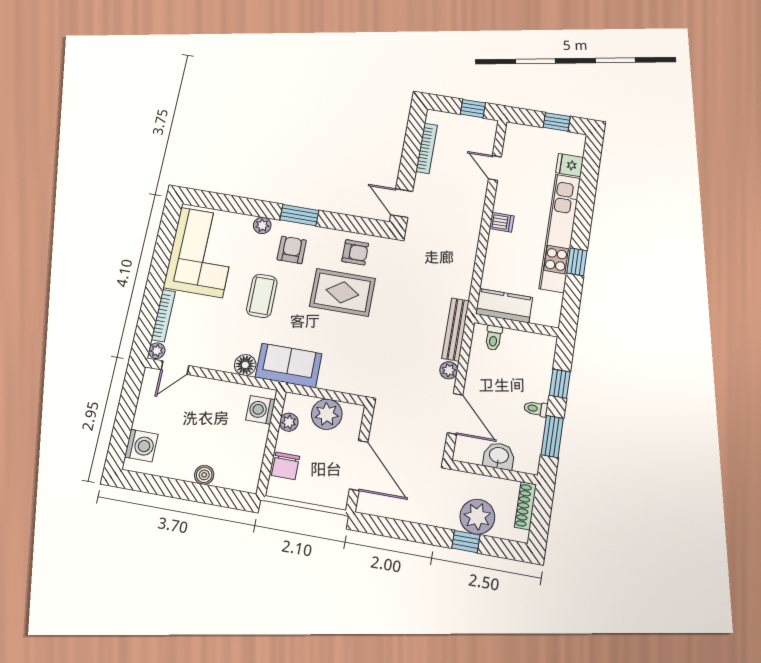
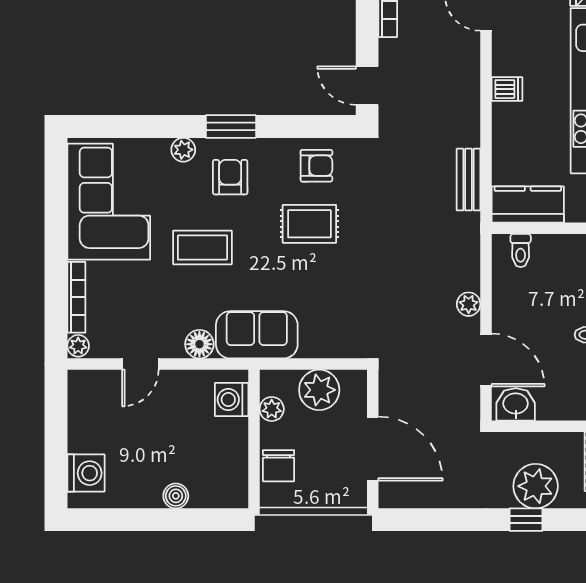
rug: (342, 292) -> (309, 224), width x0.73, depth x0.70
coffee table: (262, 296) -> (202, 247), turned 90
bench: (455, 329) -> (469, 180), moved, width x0.73
door: (175, 368) -> (140, 364), moved
washbasin: (499, 456) -> (516, 404), moved

